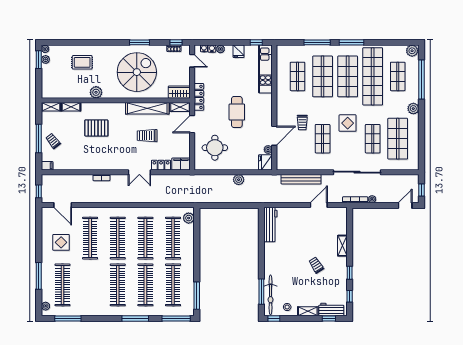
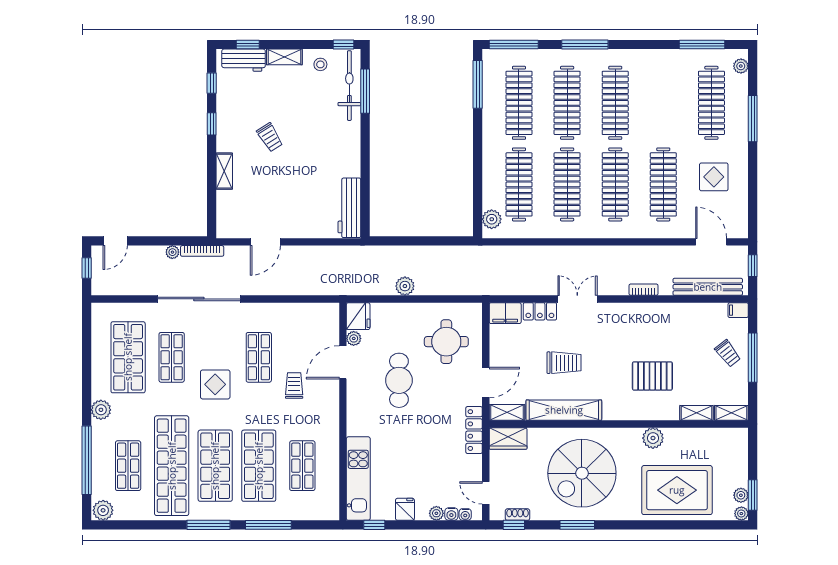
rug: (82, 62) -> (677, 490), width x1.86, depth x2.06
cafe table: (237, 112) -> (399, 380), moved
bench: (301, 179) -> (708, 287), moved

